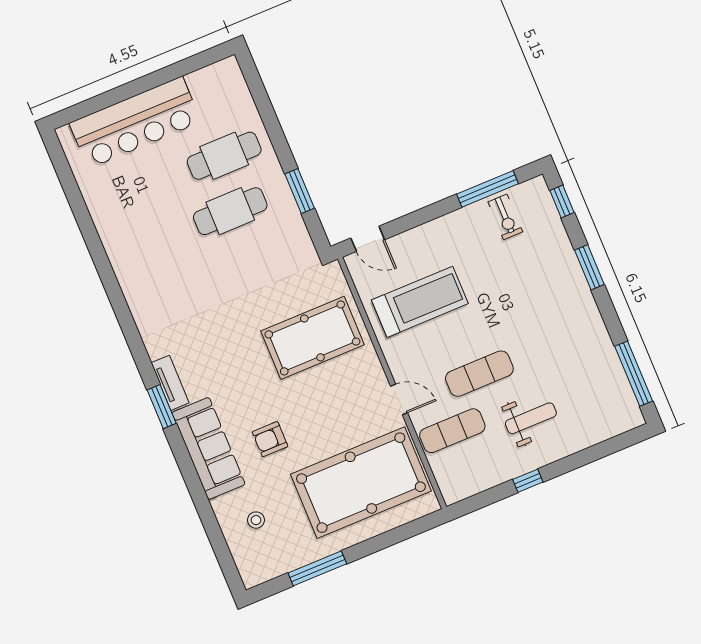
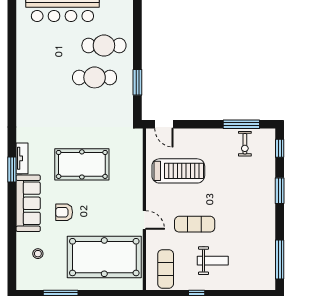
pool table: (312, 338) -> (82, 164), moved
exercise mat: (452, 431) -> (166, 269), moved, turned 90

